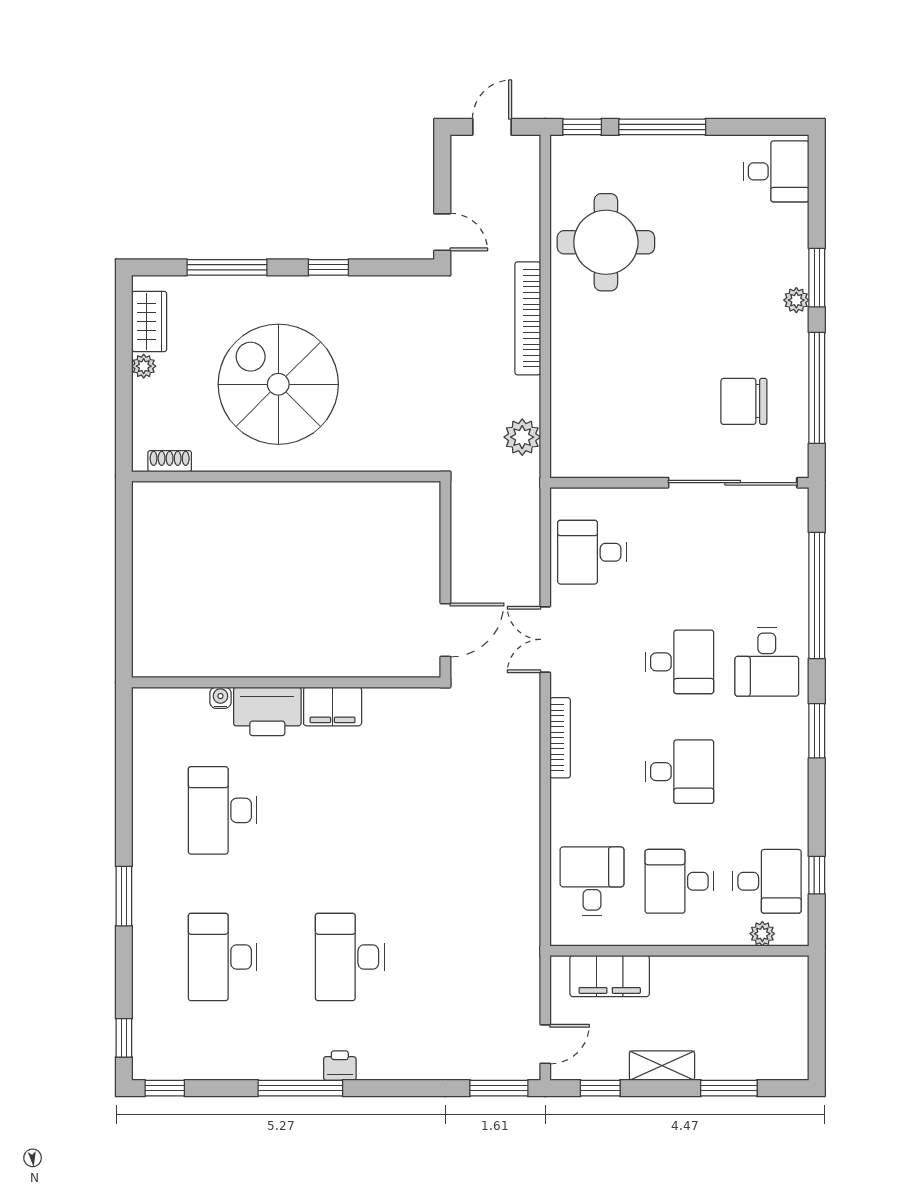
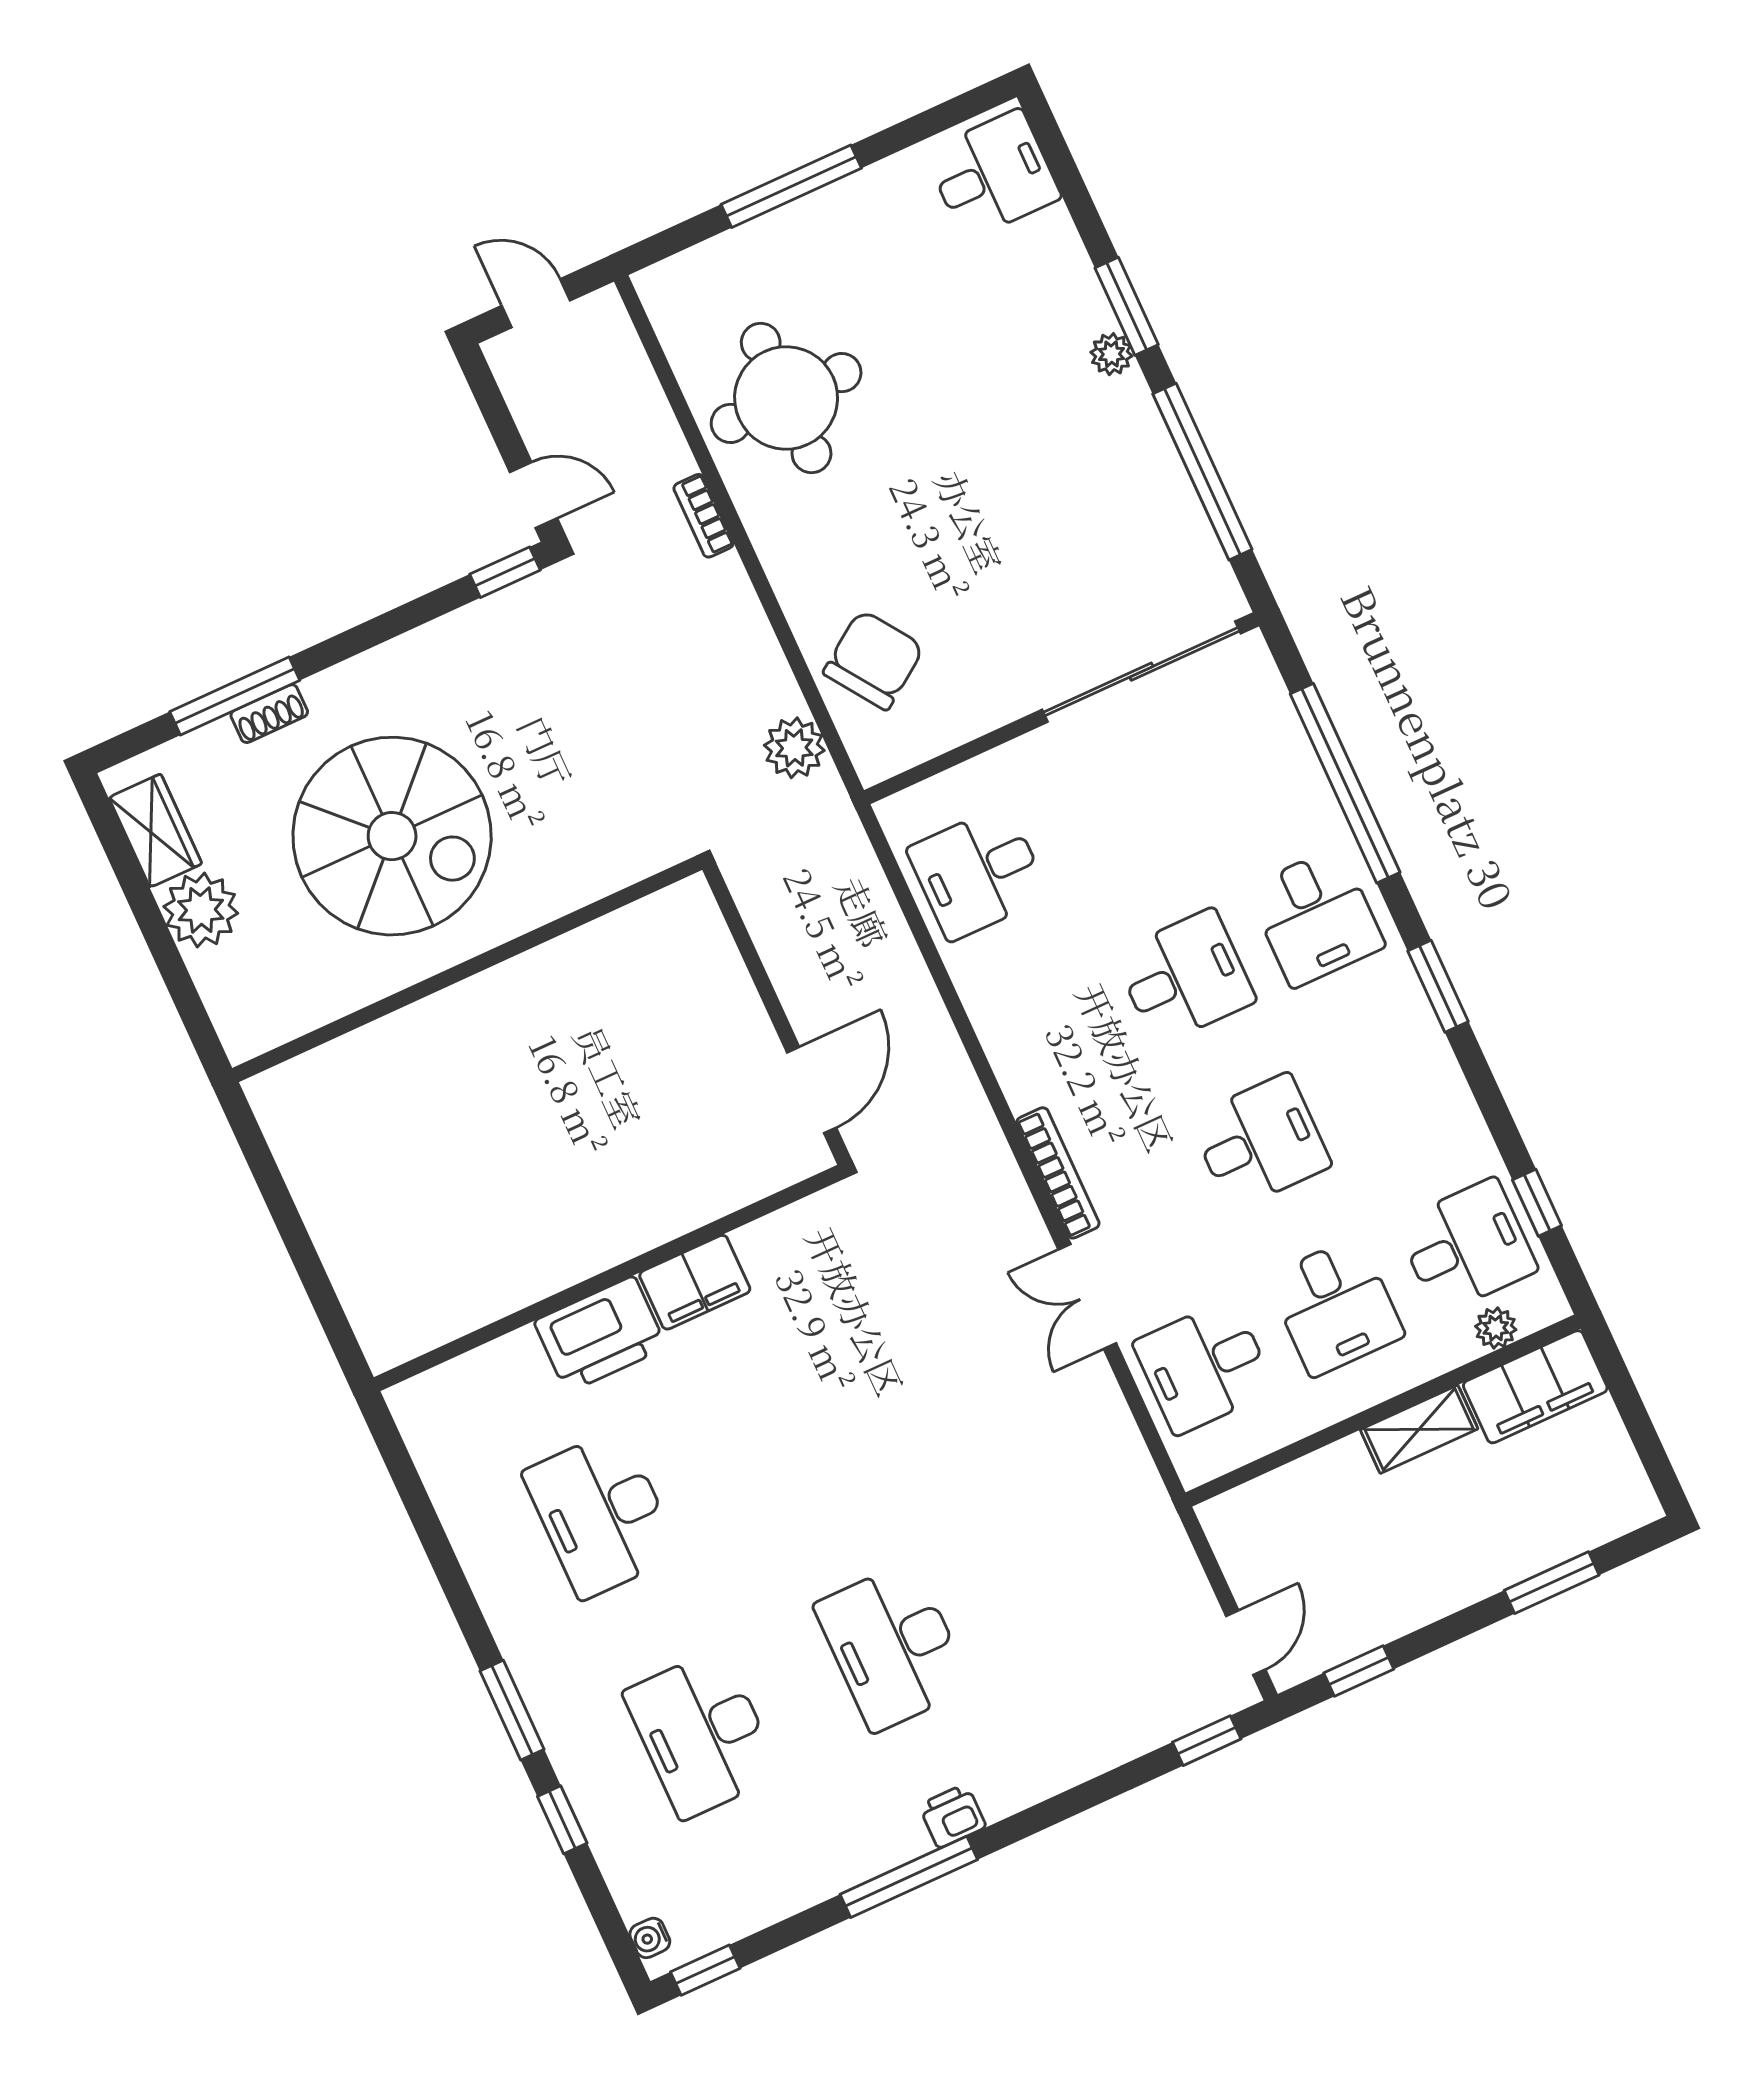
door: (492, 127) -> (536, 303), hinge flipped
window: (582, 127) -> (671, 241), removed
window: (328, 267) -> (505, 572), moved
bookcase: (528, 318) -> (704, 516), width x0.43, depth x0.76
plant: (144, 366) -> (201, 910), width x1.88, depth x1.88
spiral stairs: (278, 384) -> (392, 836), turned 180
chair: (744, 401) -> (874, 660), moved, turned 145
shoe rack: (170, 461) -> (269, 714), moved, turned 180
double door: (545, 639) -> (1087, 1296), moved
water cooler: (220, 698) -> (650, 1938), moved, turned -90
desk: (592, 881) -> (1204, 1366), turned -90
desk: (679, 881) -> (1335, 1306), turned -90
filing cabinet: (610, 976) -> (1535, 1387), moved
window: (124, 1038) -> (562, 1820), moved
shelving: (662, 1066) -> (1419, 1429), moved
window: (499, 1088) -> (1207, 1741), width x0.67

